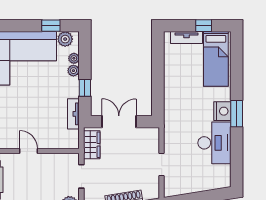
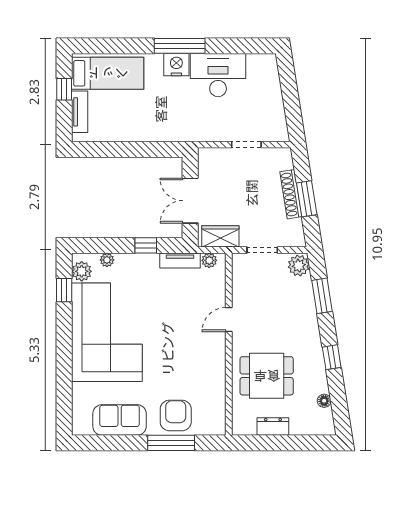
plant: (73, 71) -> (209, 260), moved
window: (237, 114) -> (180, 46), width x1.44

